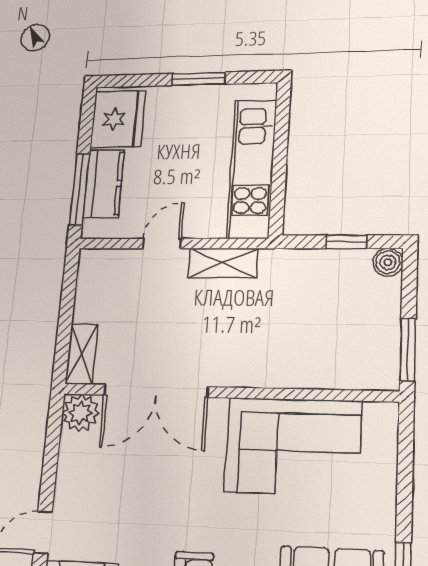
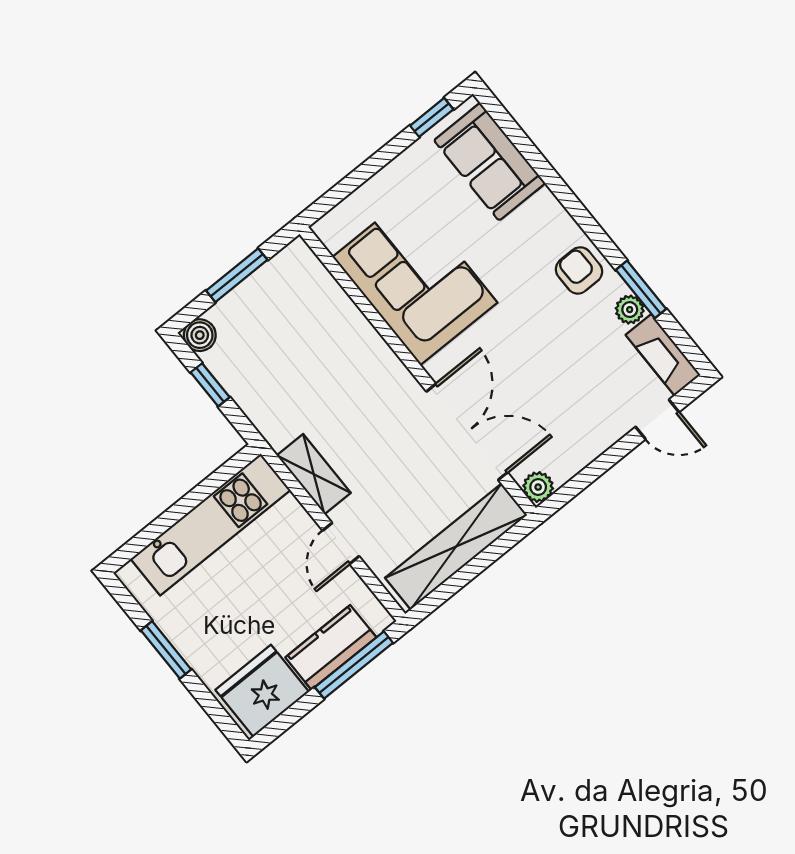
door: (162, 244) -> (341, 543), hinge flipped
window: (408, 350) -> (237, 275), moved
shelving: (82, 354) -> (456, 547), width x2.20, depth x1.33
plant: (80, 413) -> (538, 487), width x0.73, depth x0.73

